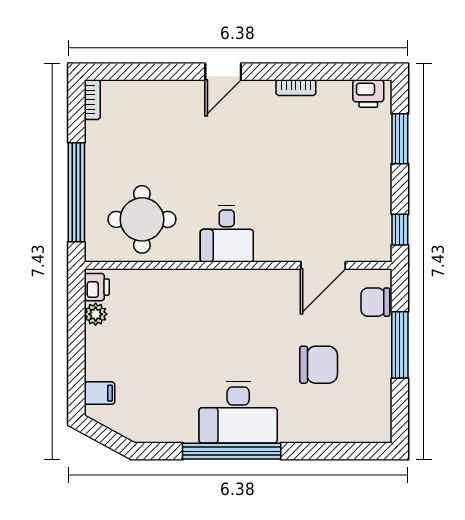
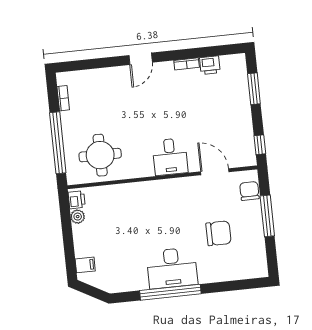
printer: (368, 94) -> (210, 65), moved
bookcase: (92, 100) -> (63, 98), moved
desk: (227, 234) -> (170, 157), moved
door: (323, 265) -> (215, 172), swing flipped
chair: (375, 302) -> (249, 191), turned 90

